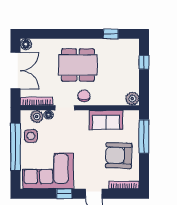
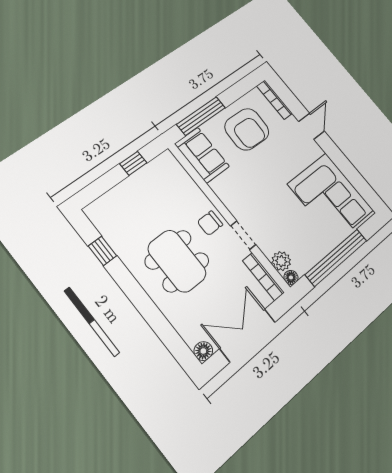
window: (144, 62) -> (133, 163), moved
plant: (132, 99) -> (166, 162), removed
floor lamp: (49, 115) -> (291, 277), moved
sofa: (106, 120) -> (202, 155), moved
side table: (31, 136) -> (309, 249), removed
window: (64, 194) -> (339, 159), removed

